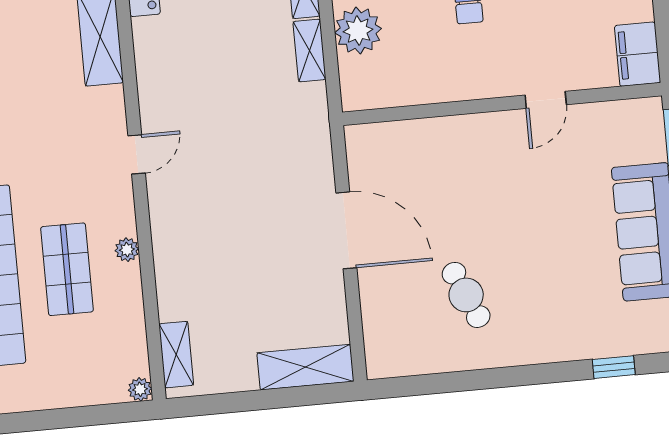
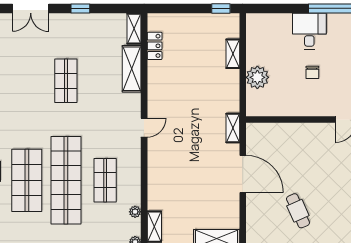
shelving: (309, 50) -> (233, 128), moved
plant: (127, 250) -> (135, 212), moved

